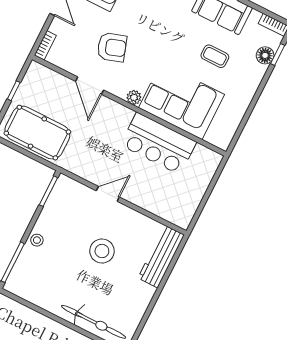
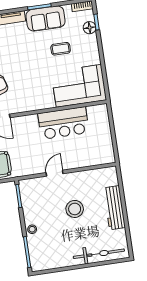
plant: (134, 97) -> (30, 106), removed
corner sofa: (182, 101) -> (79, 86), moved
workbench: (161, 256) -> (114, 208), moved

